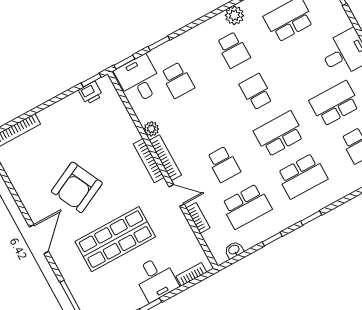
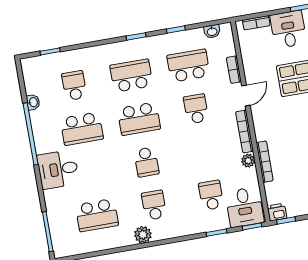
printer: (91, 93) -> (277, 212), moved
bookcase: (149, 161) -> (265, 162), moved
door: (177, 195) -> (246, 96), swing flipped

